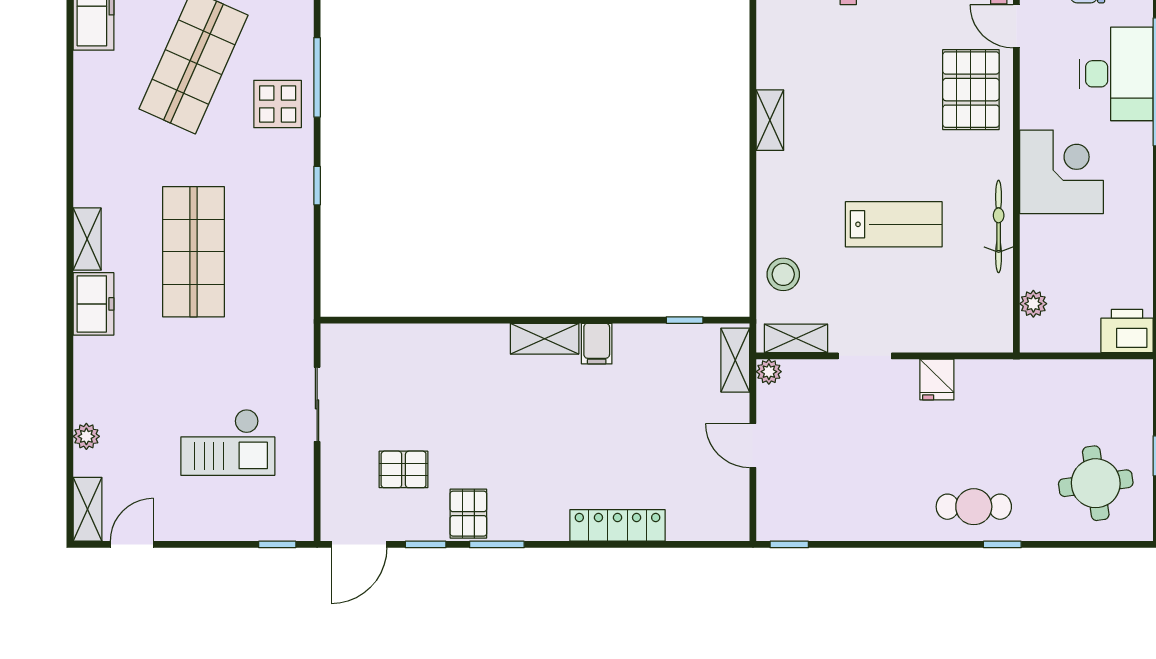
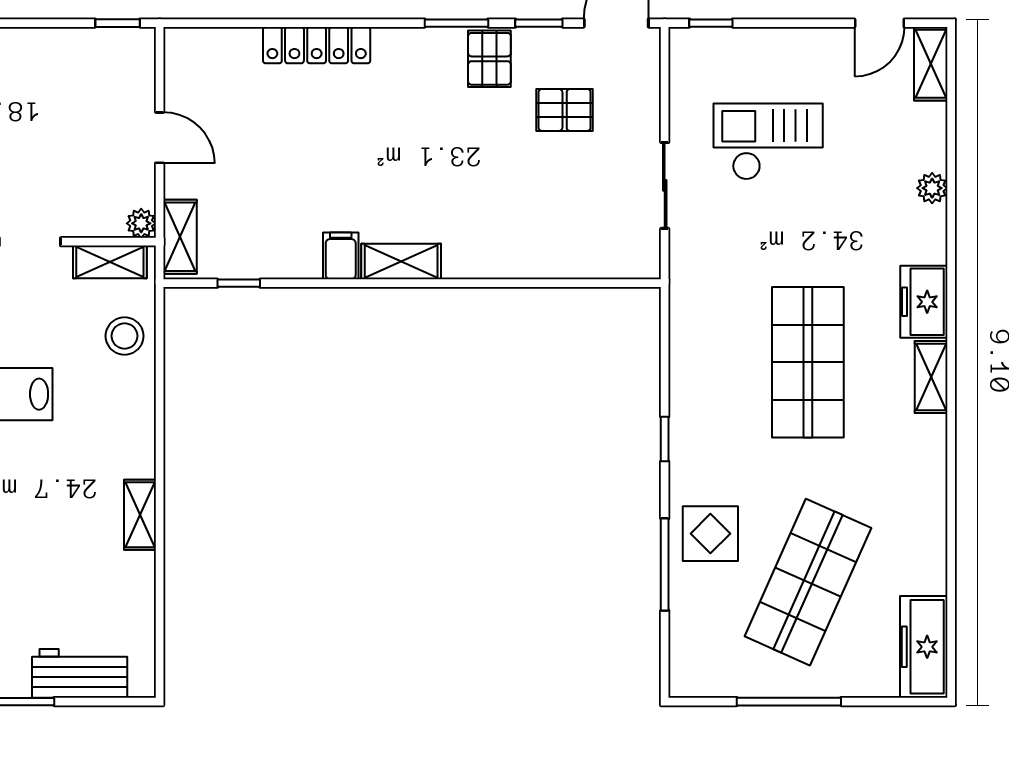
plant: (86, 436) -> (932, 188), moved

